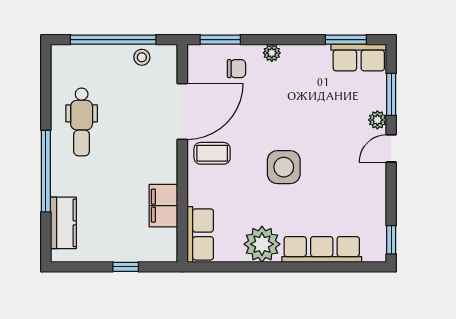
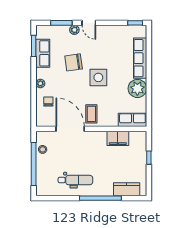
window: (220, 40) -> (34, 110), removed
row of seats: (359, 58) -> (43, 53), moved
chair: (313, 118) -> (74, 62), added

